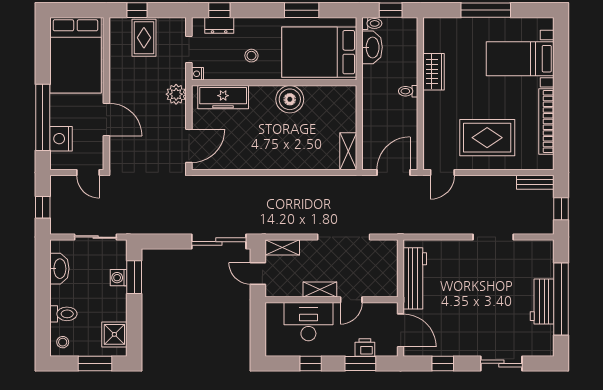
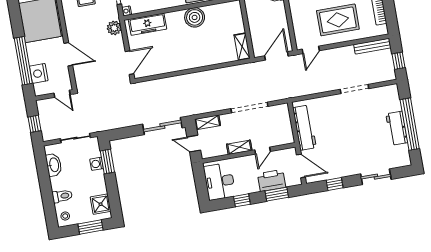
bench: (535, 182) -> (372, 46), width x1.36
desk: (308, 322) -> (220, 181), moved, turned -90
printer: (365, 348) -> (272, 180), width x1.87, depth x1.48

